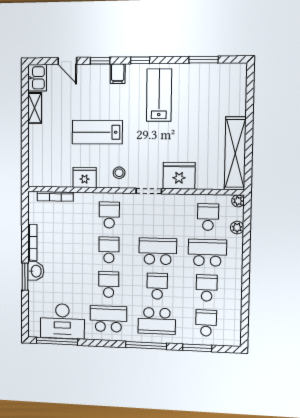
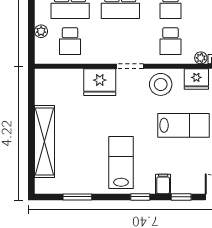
lab bench: (159, 95) -> (121, 162), turned 180
shelving: (235, 153) -> (44, 142), moved
stool: (119, 173) -> (161, 84), width x1.89, depth x1.89
plant: (238, 201) -> (201, 58), moved

